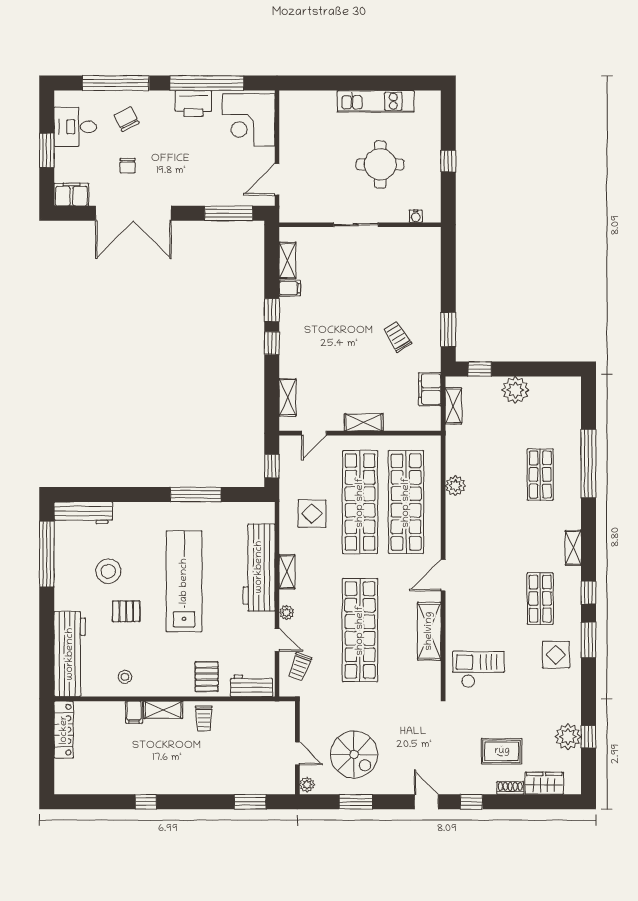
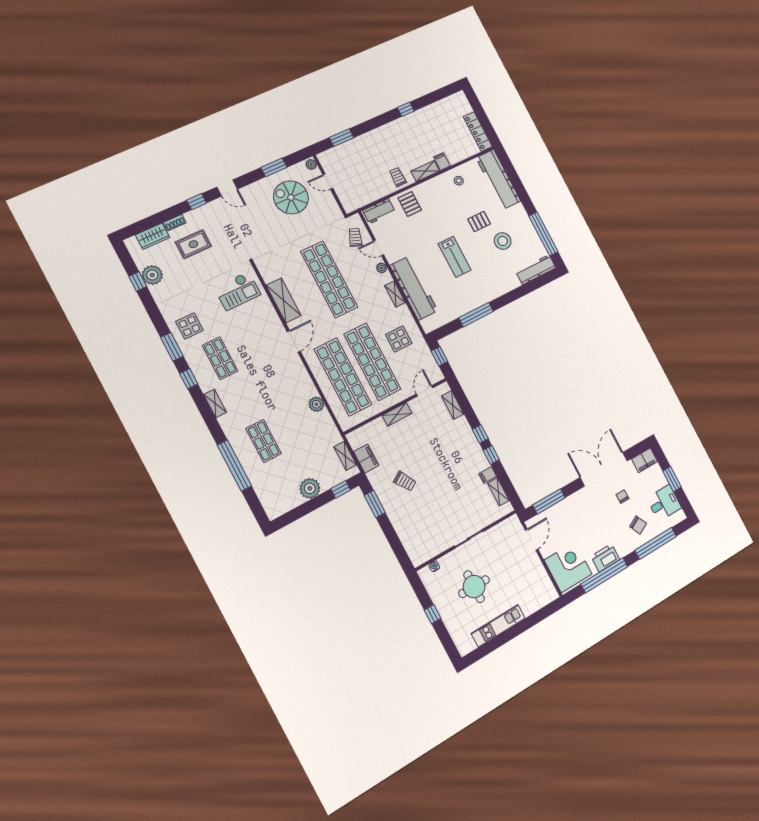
lab bench: (184, 581) -> (455, 257), width x0.54, depth x0.72

